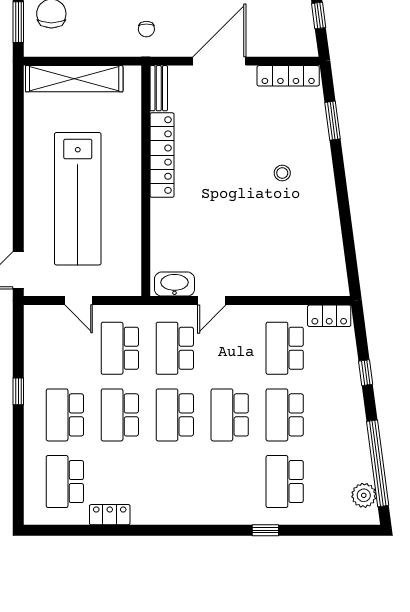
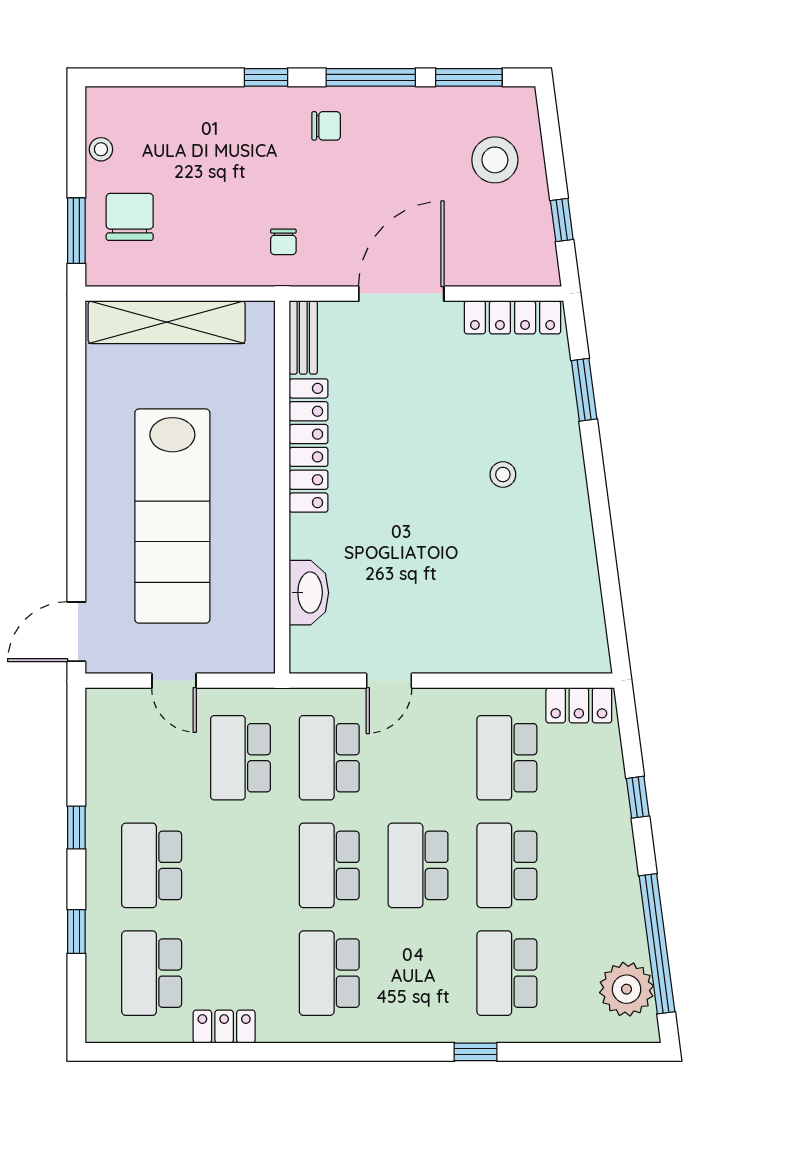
washbasin: (174, 284) -> (309, 593), moved, turned 90
school desk: (120, 415) -> (329, 973), moved
window: (18, 456) -> (76, 931), added
plant: (364, 495) -> (627, 989), width x1.36, depth x1.36

